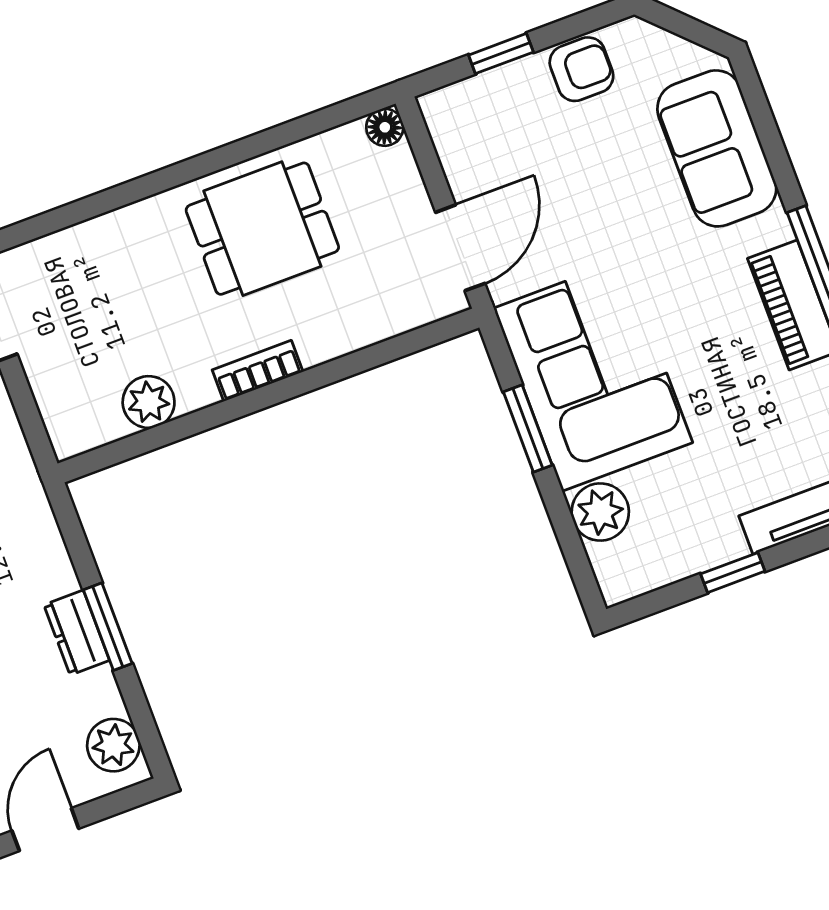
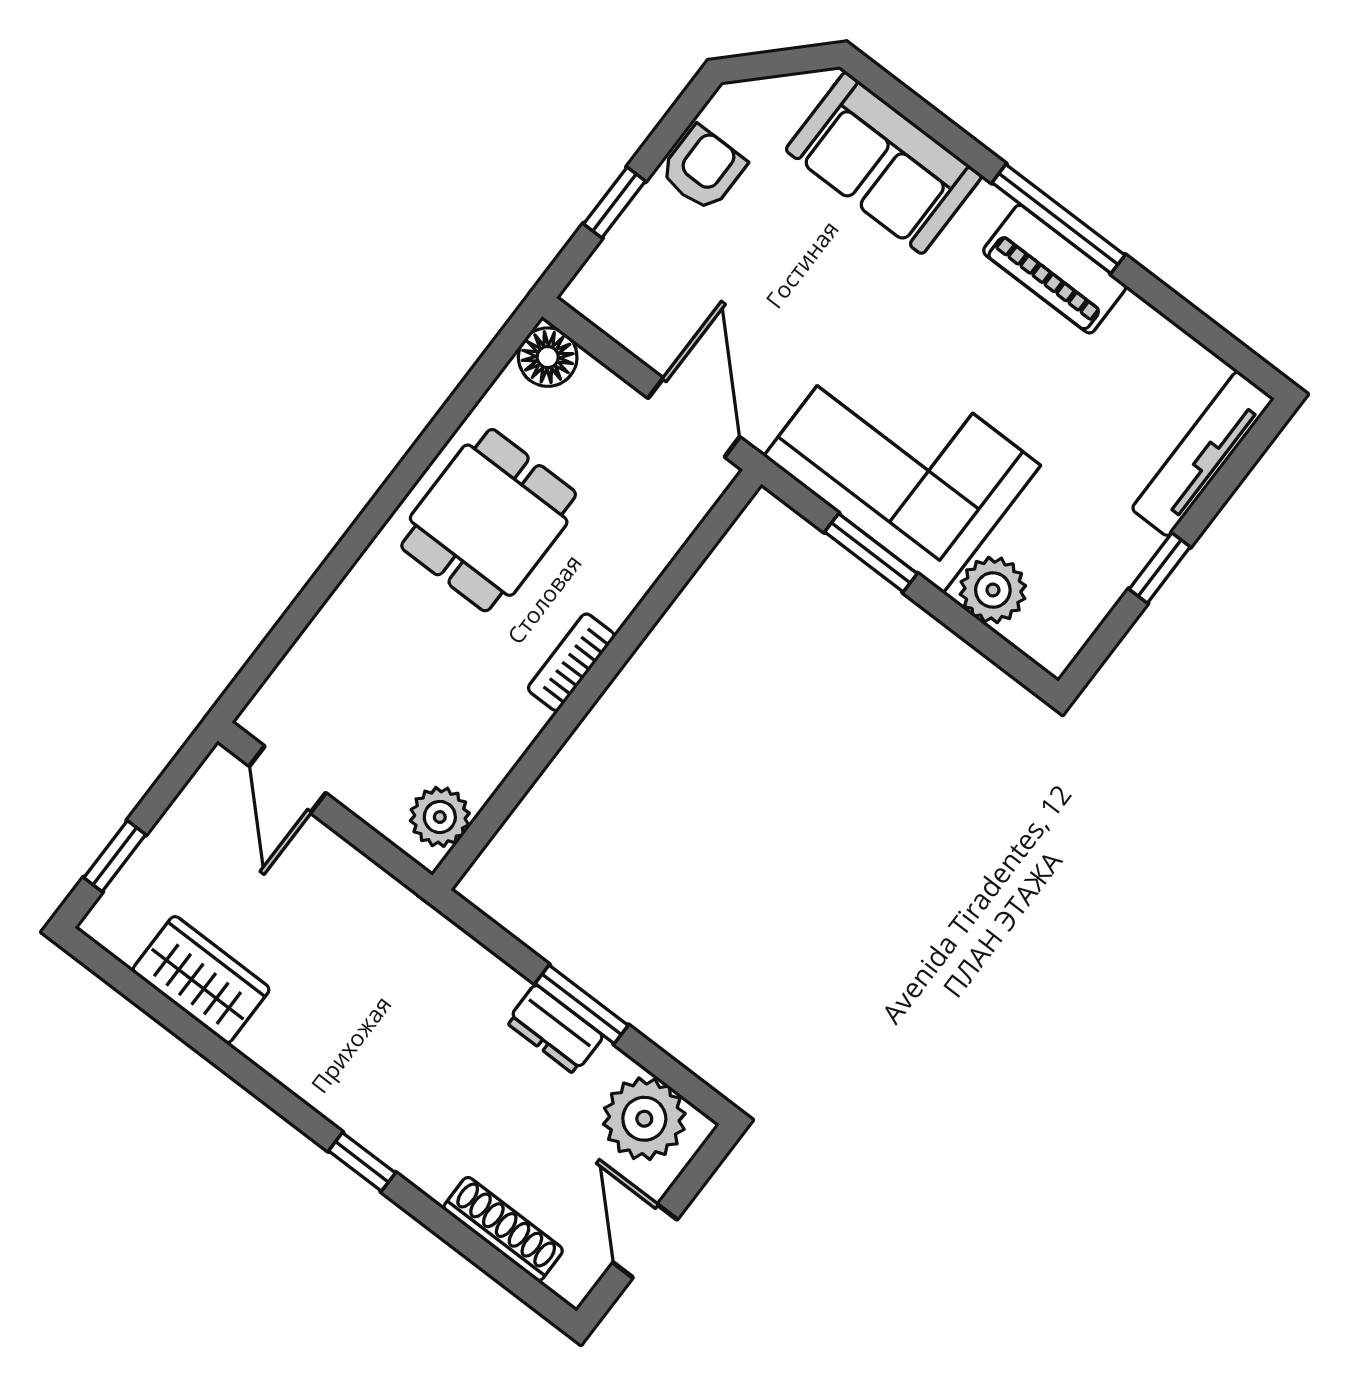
floor lamp: (385, 127) -> (548, 357), width x1.37, depth x1.37
plant: (149, 402) -> (440, 817), moved
plant: (113, 745) -> (644, 1119), width x1.36, depth x1.36

